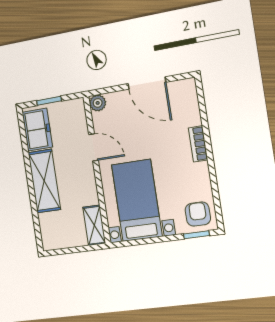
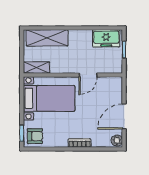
plant: (98, 103) -> (117, 141), moved
shelving: (44, 181) -> (47, 38), moved

